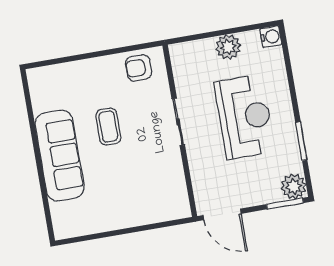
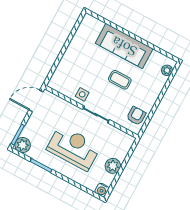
plant: (47, 74) -> (167, 70), added
reception desk: (245, 117) -> (74, 148), turned 180
side table: (166, 161) -> (82, 94), added

